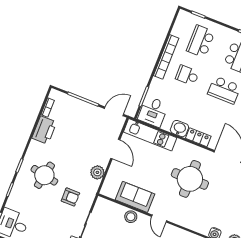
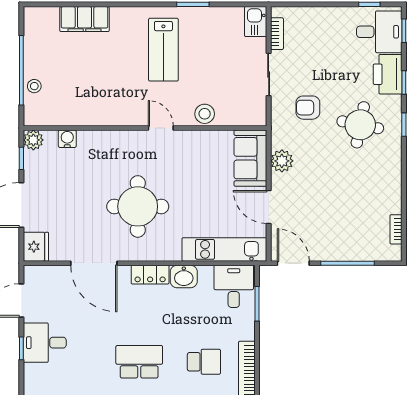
door: (114, 111) -> (293, 263), swing flipped
printer: (44, 130) -> (388, 74), moved
sofa: (135, 197) -> (250, 158), moved, turned 90

